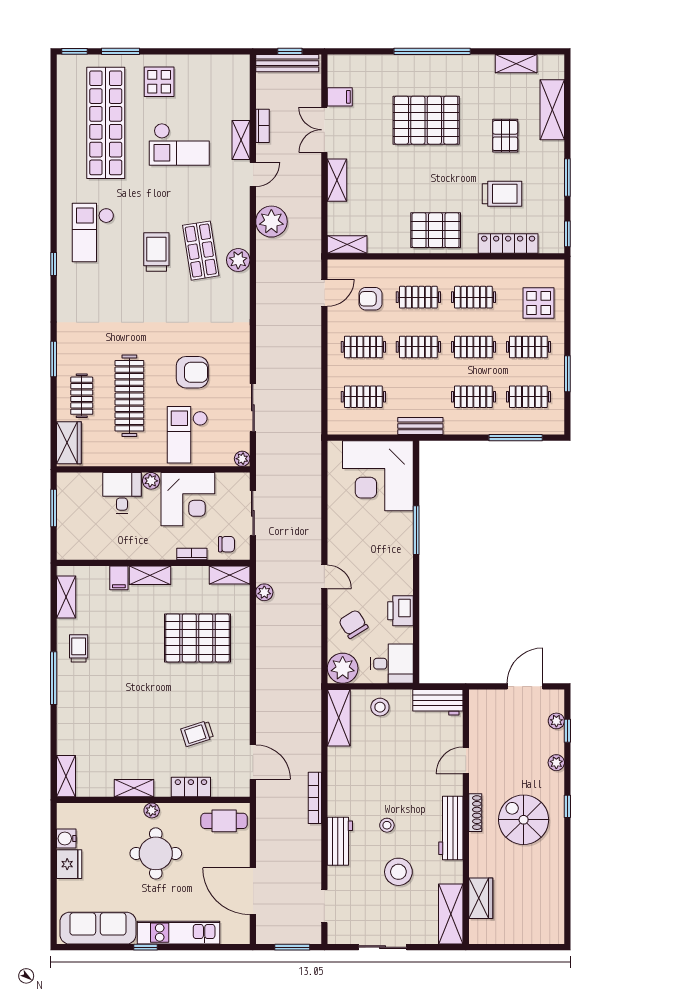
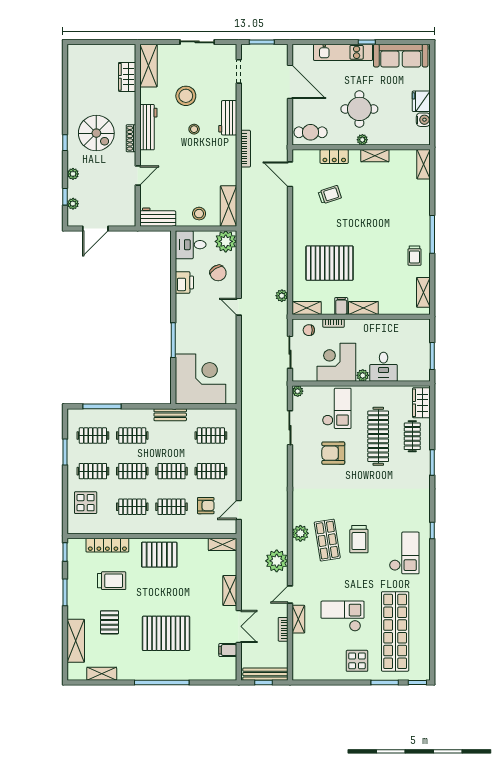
trolley: (502, 194) -> (112, 581), turned 180
filing cabinet: (119, 578) -> (341, 306), moved

